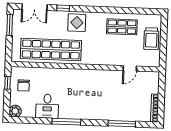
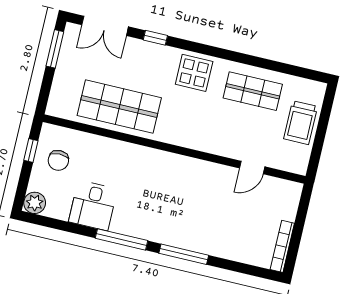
display table: (77, 23) -> (194, 73), moved
shop shelf: (51, 50) -> (119, 107), width x0.71
window: (122, 124) -> (184, 254), moved

